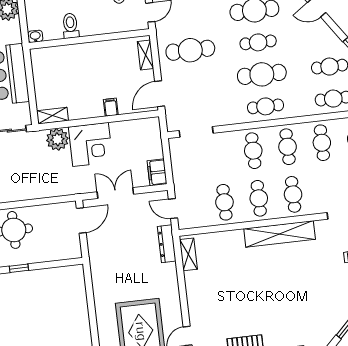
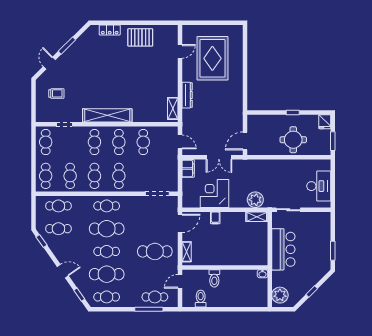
toilet: (70, 26) -> (214, 278), moved
corner desk: (91, 144) -> (215, 193), moved
dresser: (167, 244) -> (187, 95), moved

